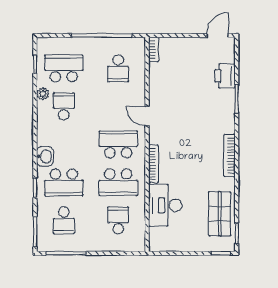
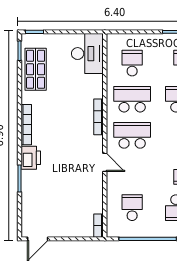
printer: (225, 76) -> (31, 158), moved
school desk: (118, 144) -> (132, 135), turned 180
desk: (165, 205) -> (87, 54), moved
school desk: (118, 220) -> (132, 63), turned 180

